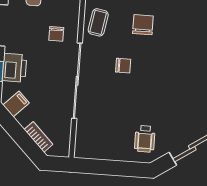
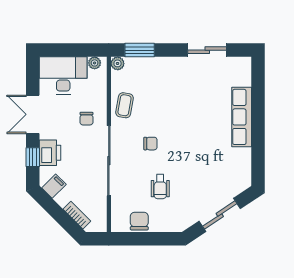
chair: (143, 25) -> (139, 221), moved
wheelchair: (145, 139) -> (160, 187), moved

